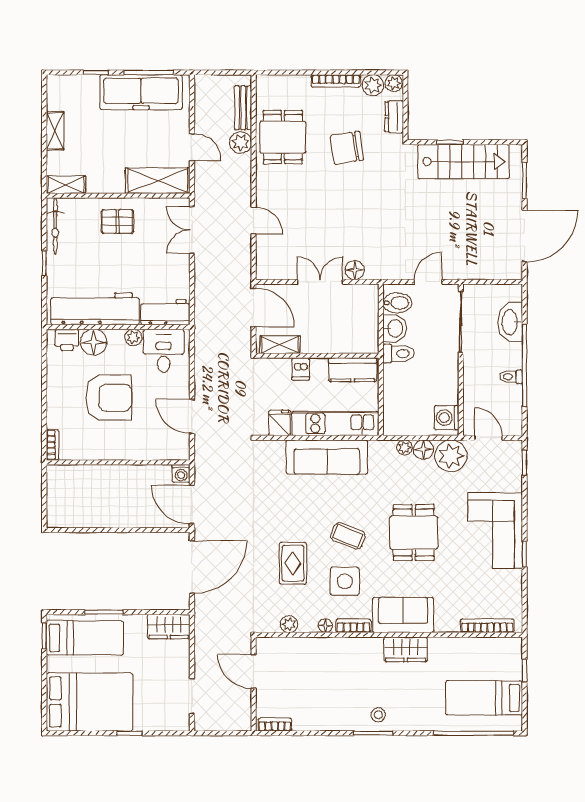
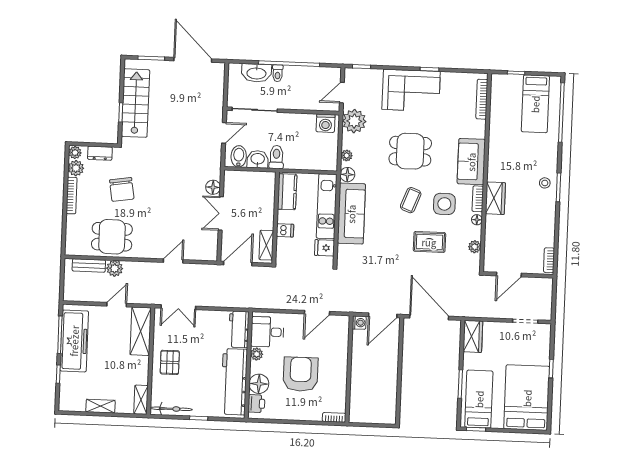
door: (428, 282) -> (224, 133), swing flipped
toilet: (511, 377) -> (278, 73), moved
floor lamp: (424, 450) -> (347, 175), moved
wardrobe: (406, 649) -> (495, 198), moved

